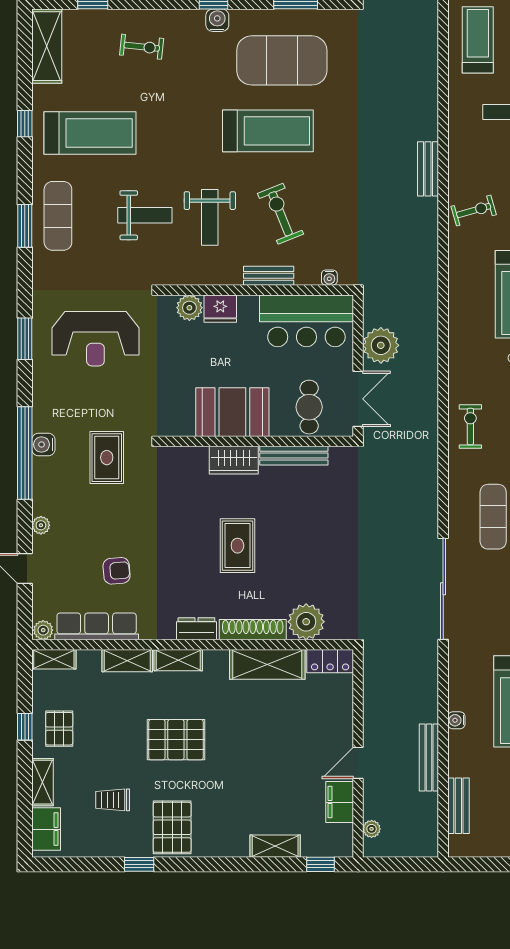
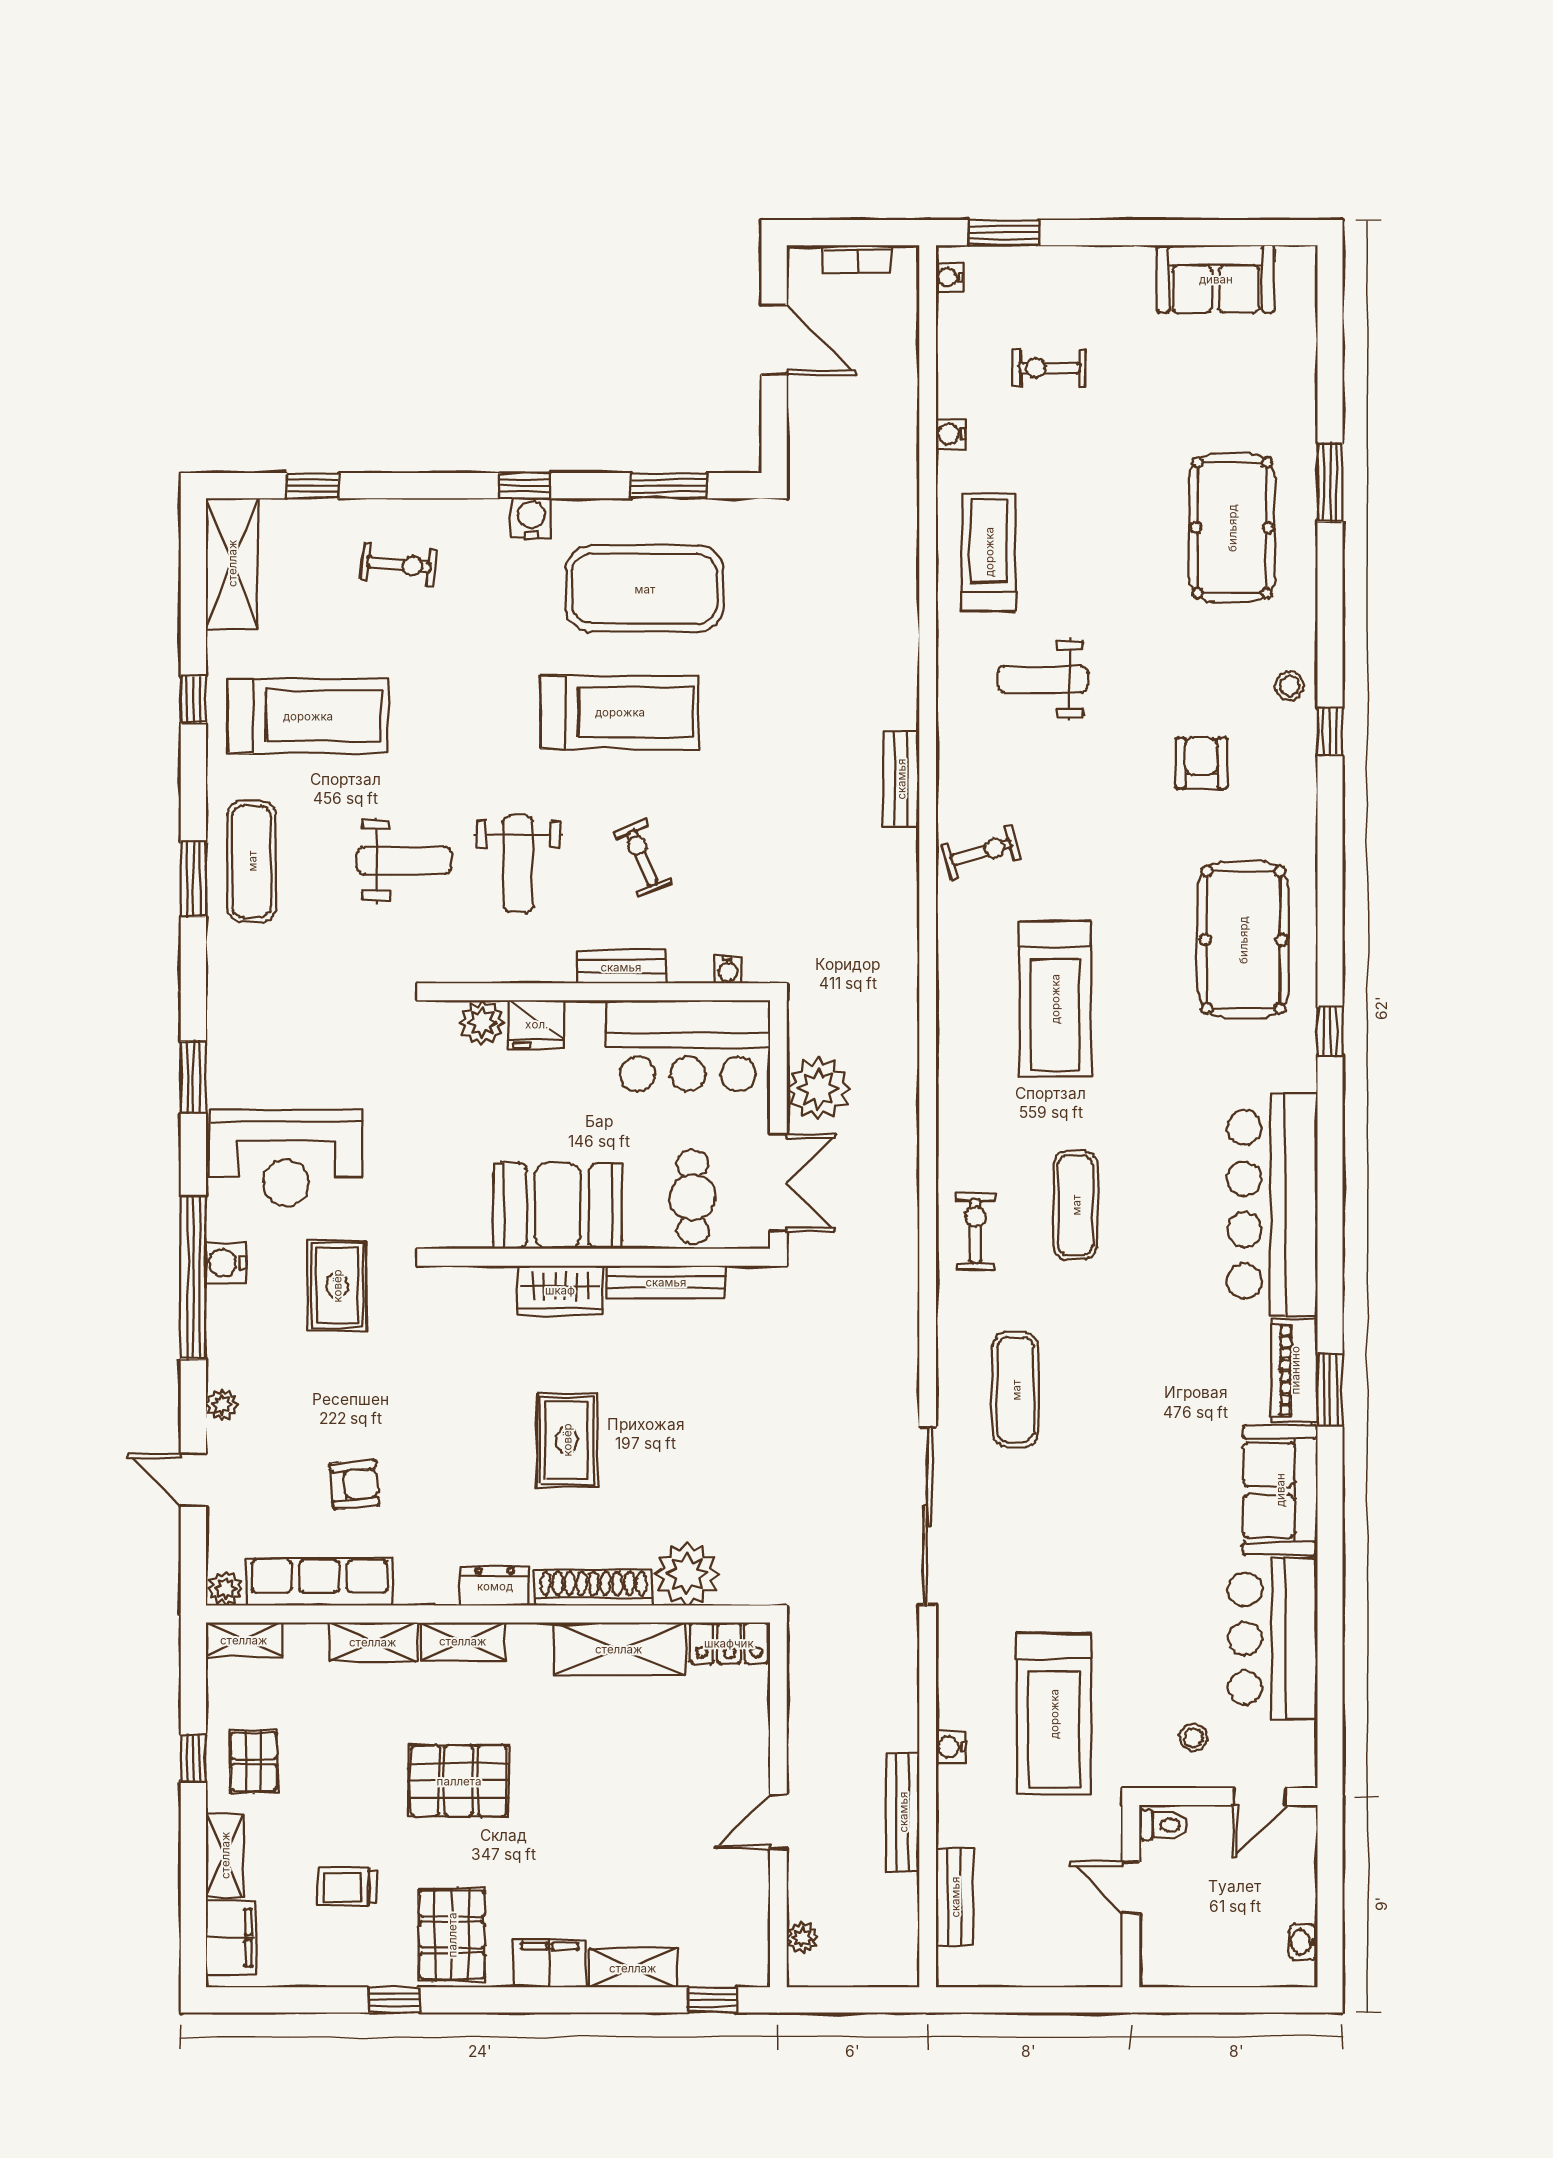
exercise bike: (281, 214) -> (642, 858), width x0.73, depth x0.72
reception desk: (95, 339) -> (286, 1158), moved
filing cabinet: (340, 802) -> (550, 1963), moved, turned 90

